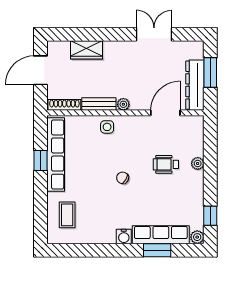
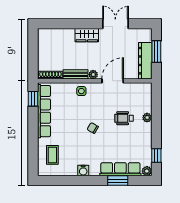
wardrobe: (87, 50) -> (87, 35), moved
door: (40, 70) -> (33, 50), removed
door: (165, 113) -> (113, 81), moved
window: (40, 160) -> (33, 99), moved
water cooler: (124, 236) -> (83, 171), moved

